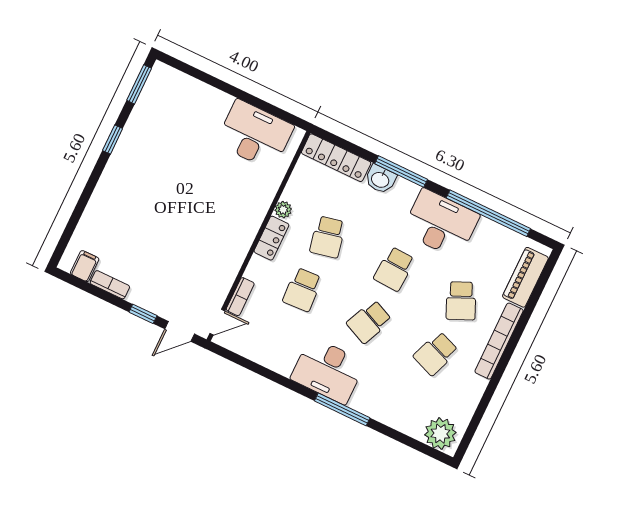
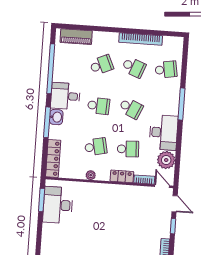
window: (274, 111) -> (42, 200), added
washbasin: (380, 179) -> (56, 117), moved
desk: (441, 224) -> (65, 96), width x0.73
locker: (271, 238) -> (122, 176), moved
bookcase: (499, 341) -> (141, 39), moved
desk: (328, 370) -> (163, 133), moved
school desk: (411, 406) -> (166, 69), added
plant: (440, 434) -> (166, 160), moved

